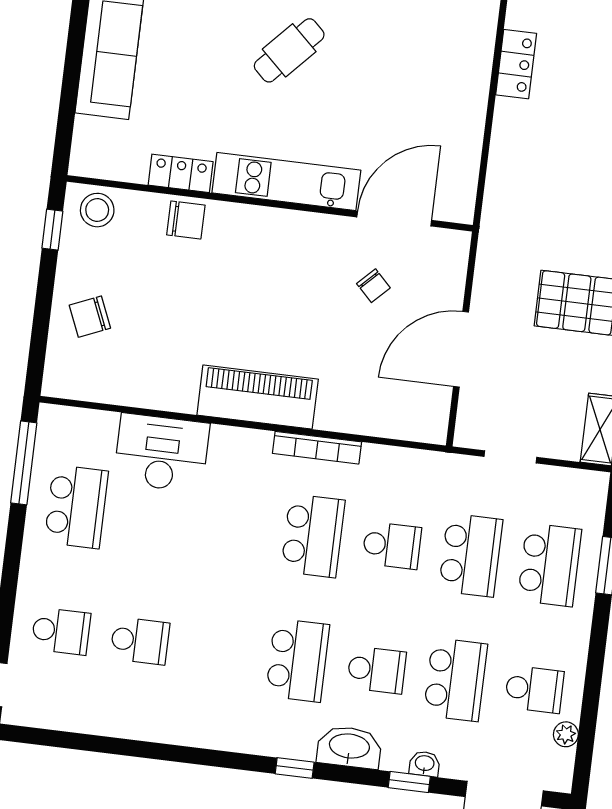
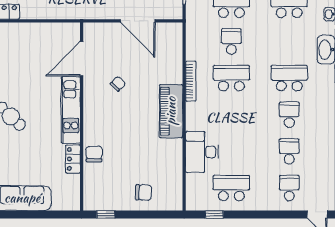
stool: (97, 210) -> (94, 195), removed
door: (394, 219) -> (82, 59), hinge flipped
chair: (373, 286) -> (118, 84), moved
chair: (90, 317) -> (144, 192), turned -65
window: (24, 463) -> (214, 214), width x0.46
school desk: (377, 670) -> (289, 115), moved

